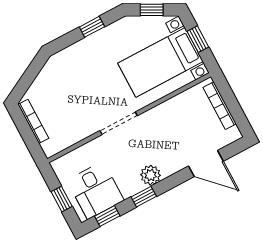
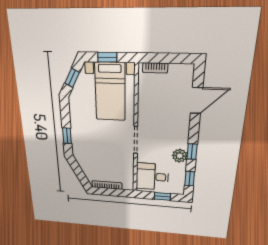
window: (92, 27) -> (67, 136), moved
bookcase: (220, 106) -> (155, 68), width x0.64
plant: (151, 175) -> (180, 156), moved
desk: (95, 190) -> (152, 177), moved, turned 180

